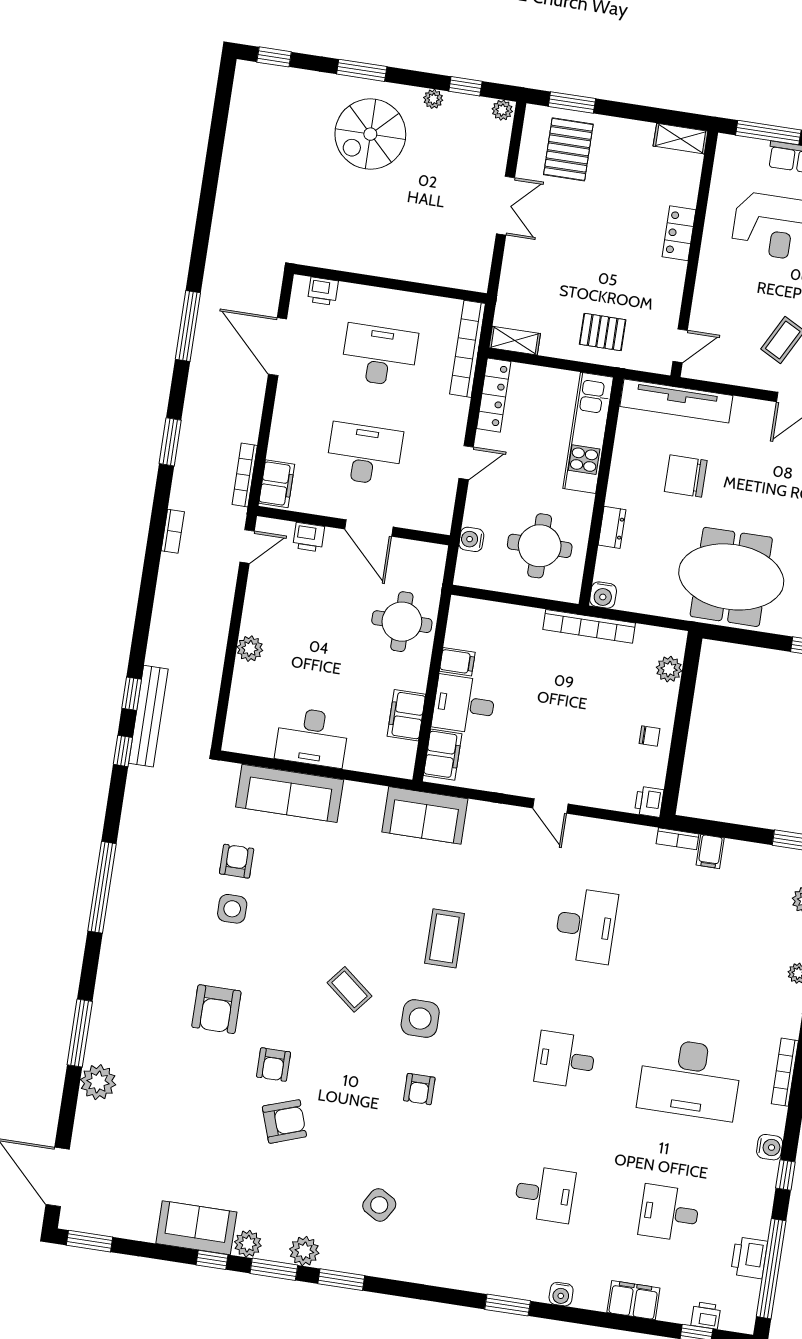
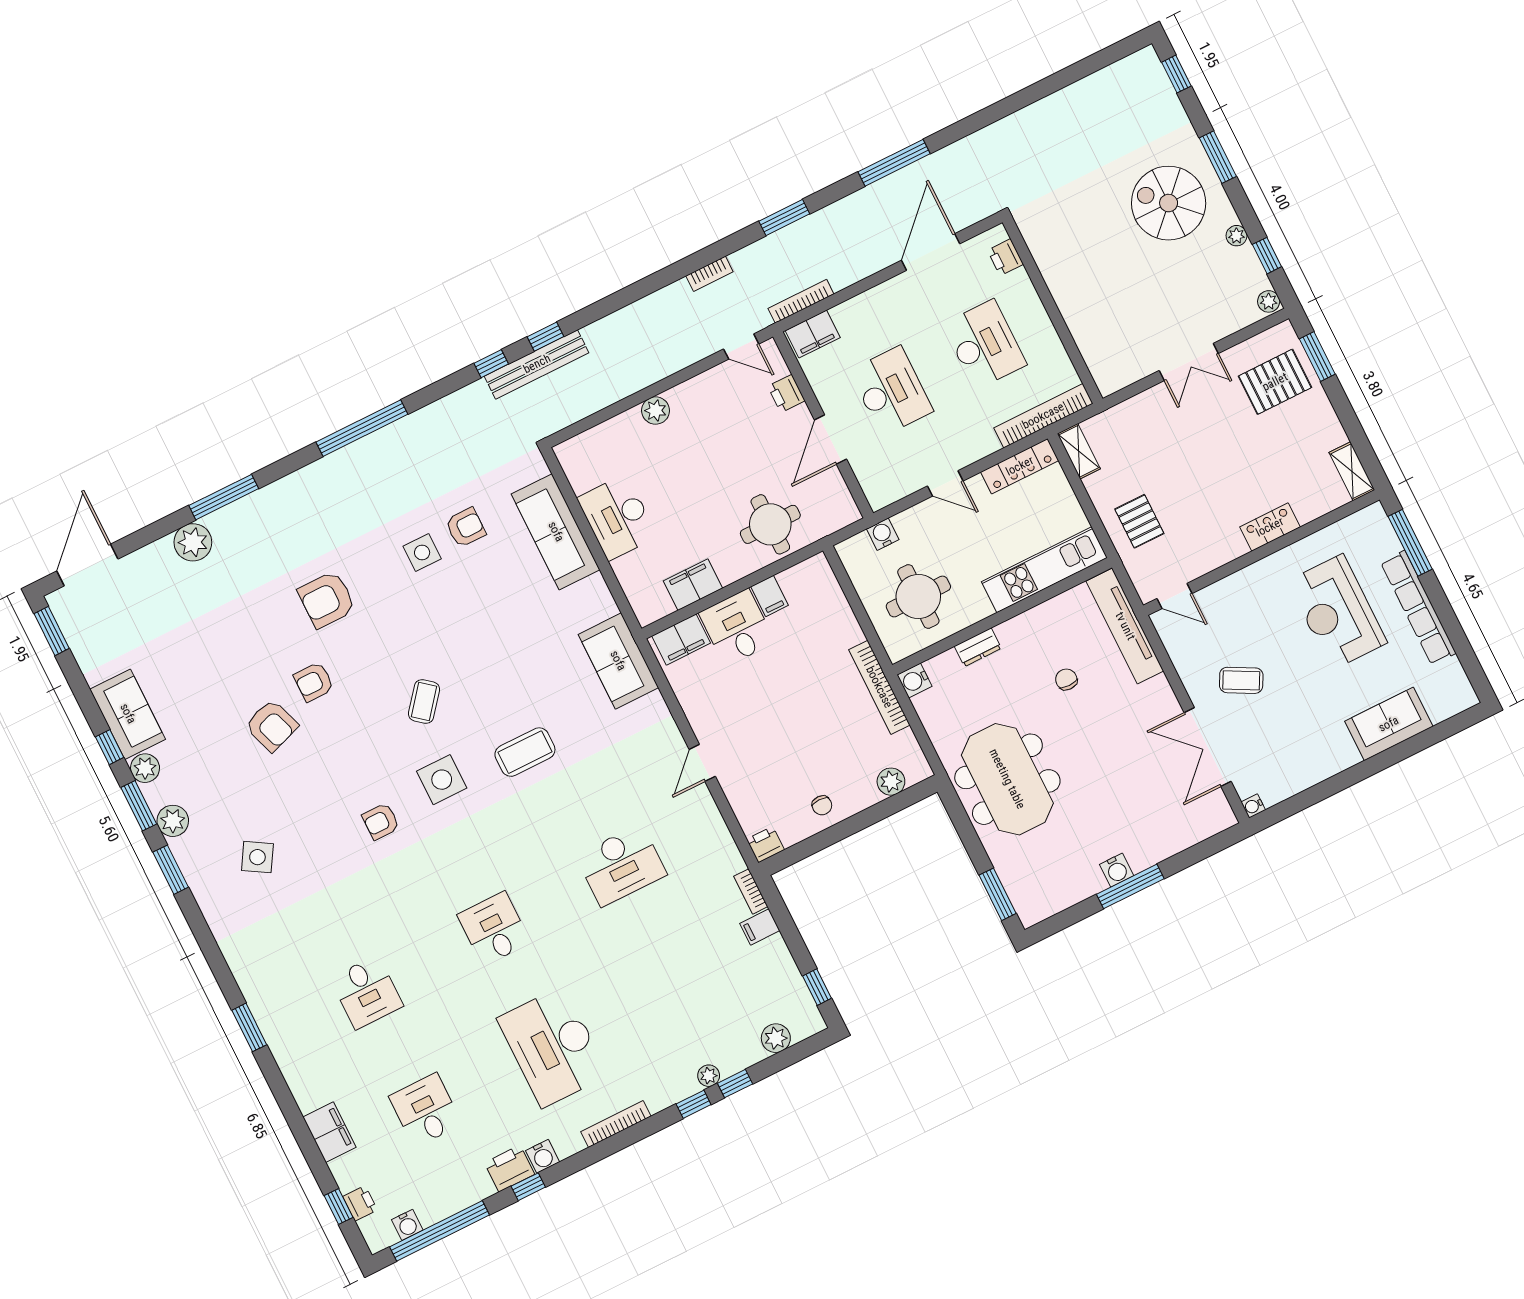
chair: (686, 476) -> (1066, 679), width x0.54, depth x0.54
printer: (749, 1258) -> (510, 1169), moved
water cooler: (561, 1294) -> (407, 1225), moved, turned -90

